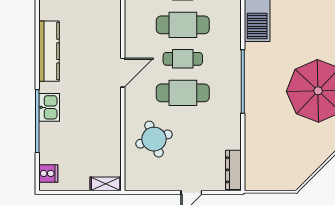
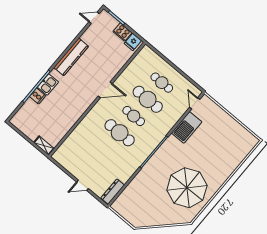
door: (123, 73) -> (105, 90), moved
round table: (154, 139) -> (86, 144), removed
cooker: (48, 173) -> (37, 96), moved

